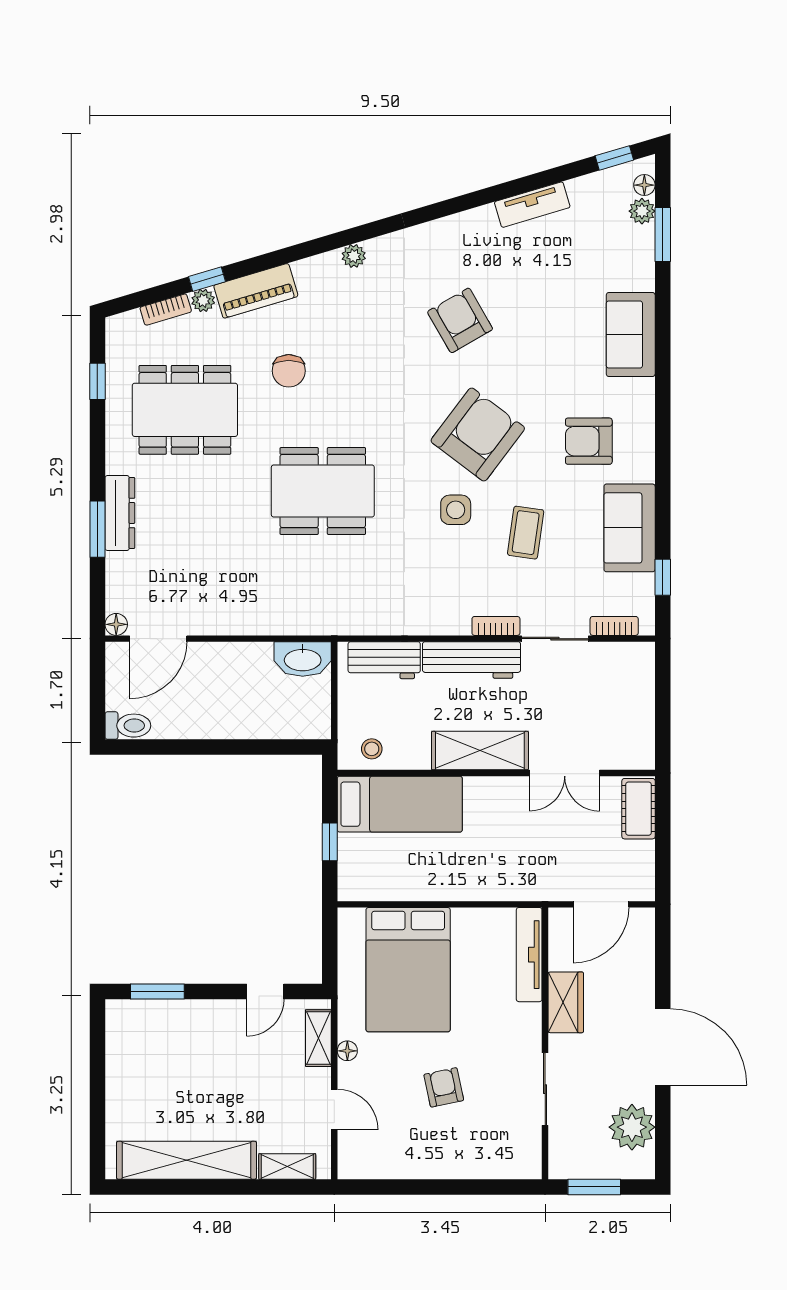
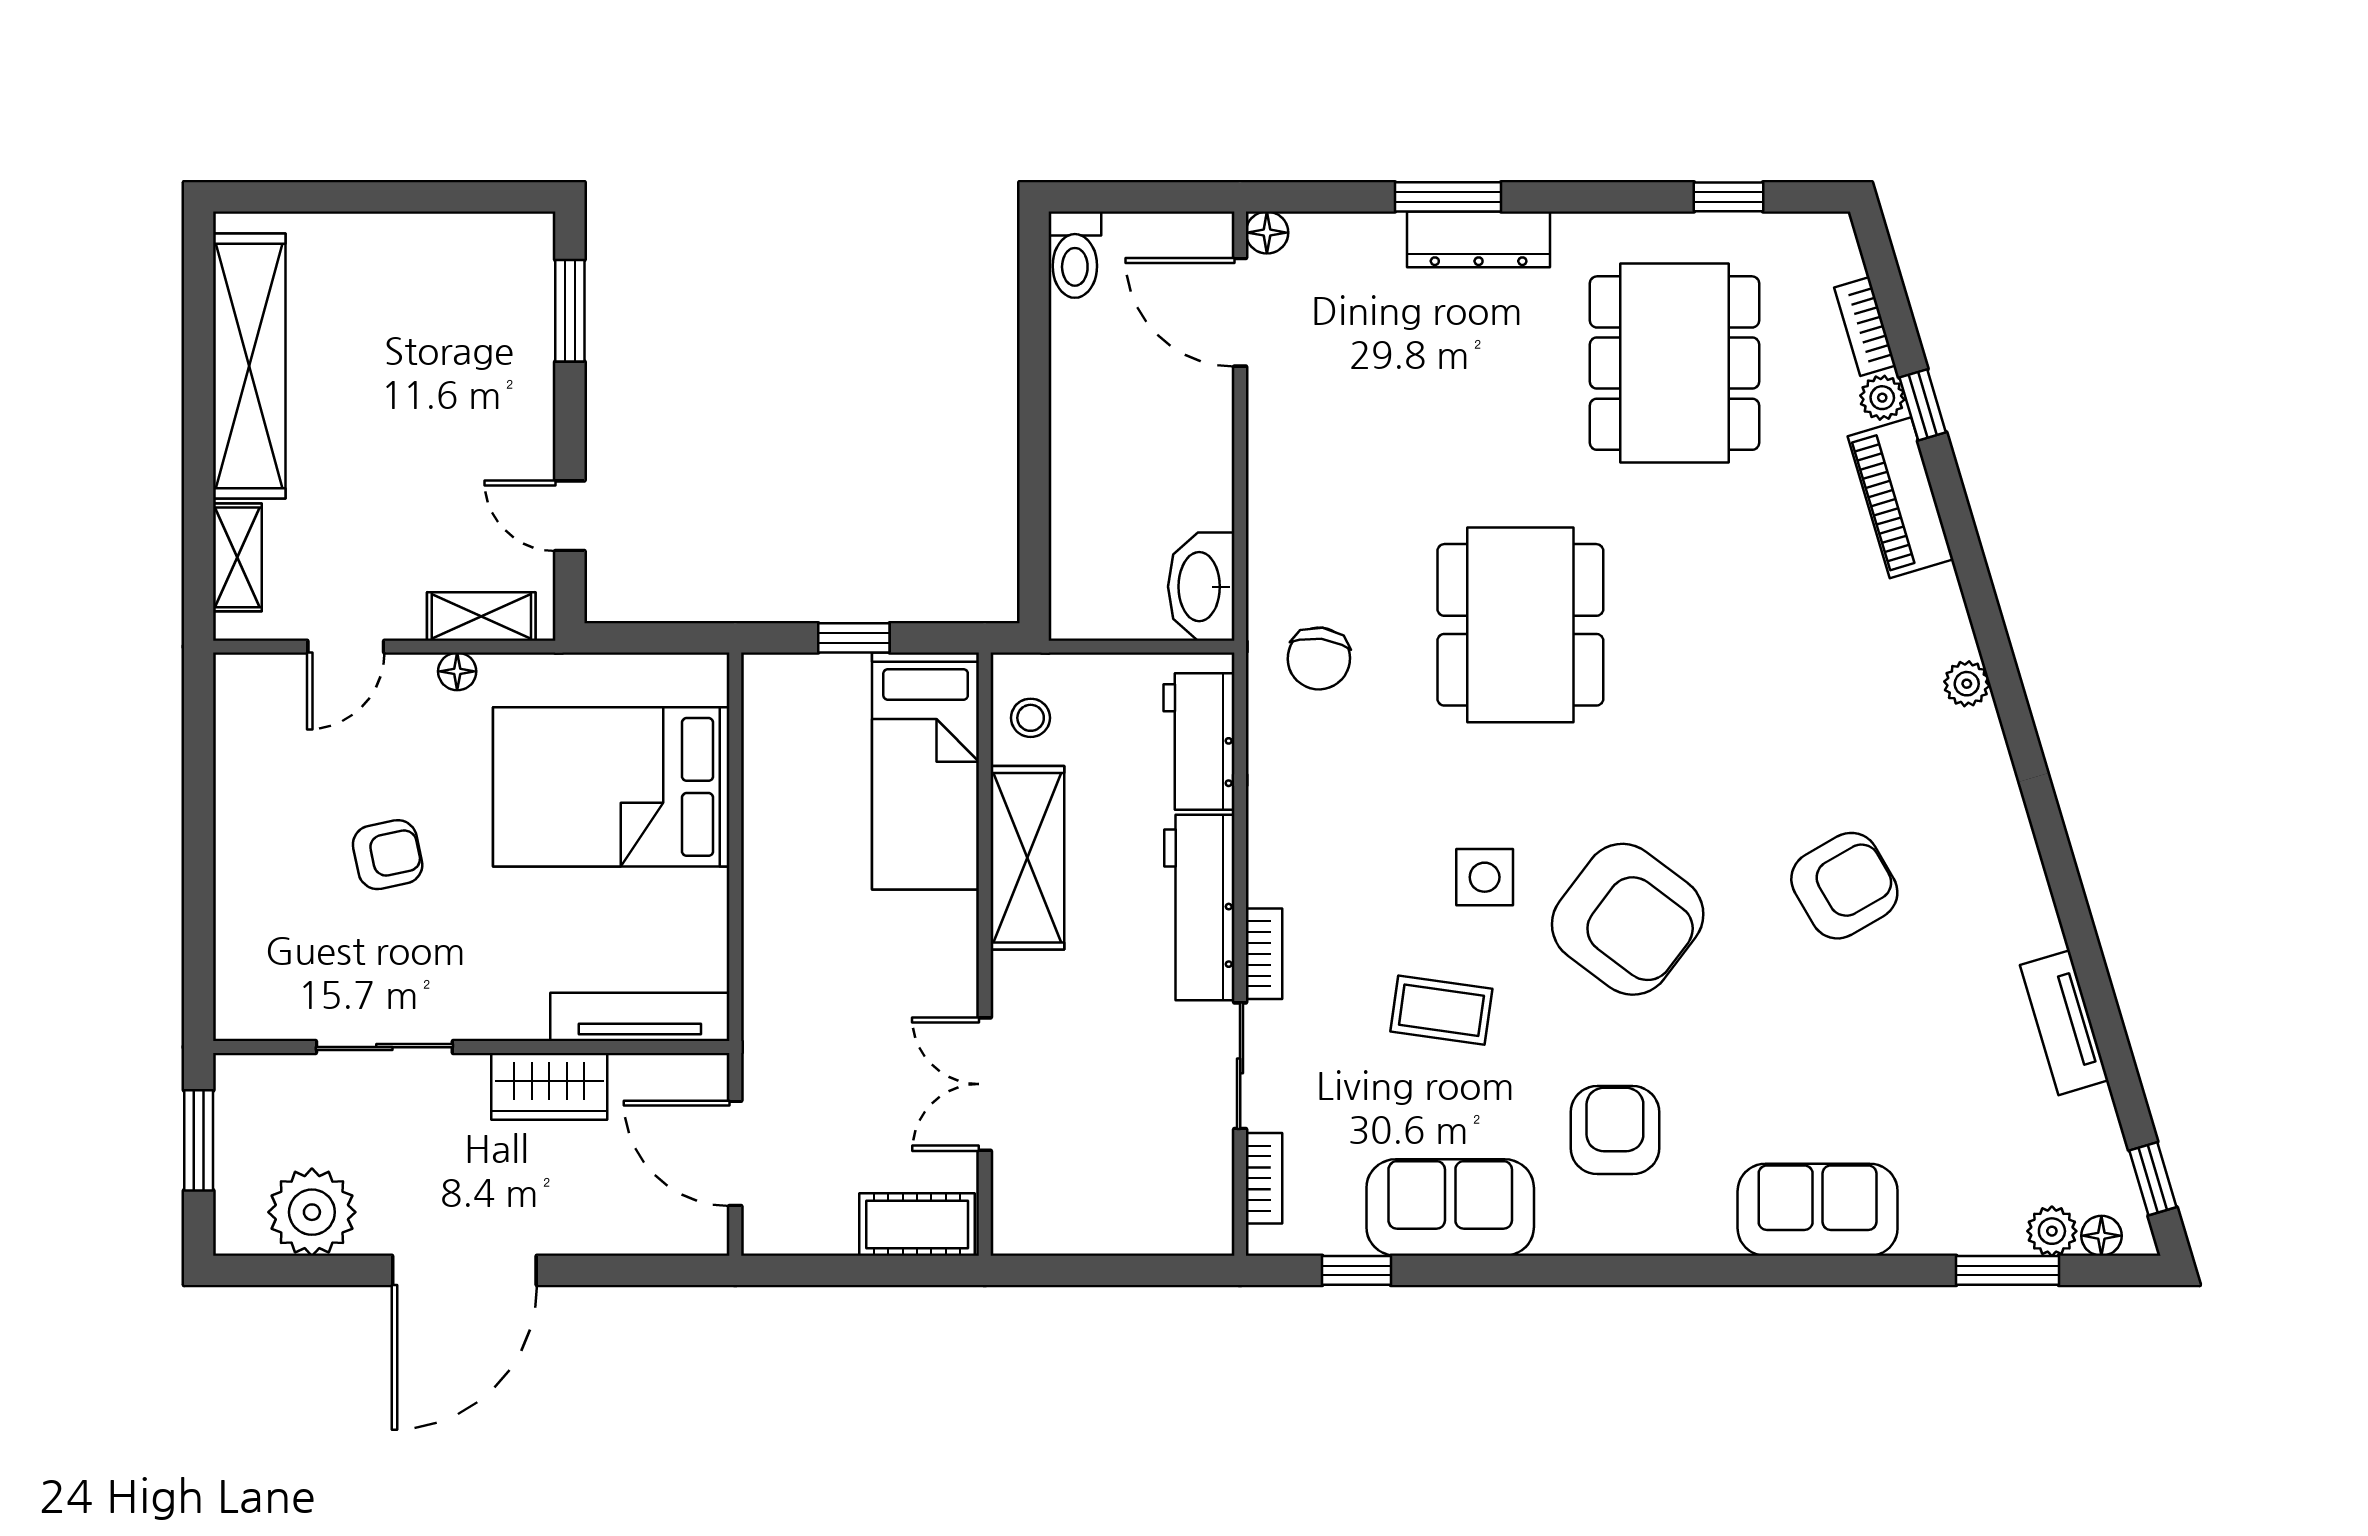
chair: (289, 371) -> (1319, 659), moved, turned -83
shelving: (480, 751) -> (1027, 858), moved

